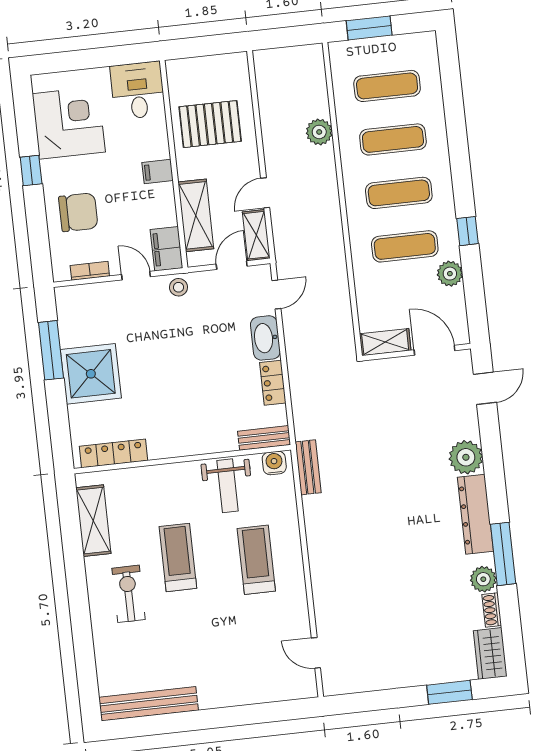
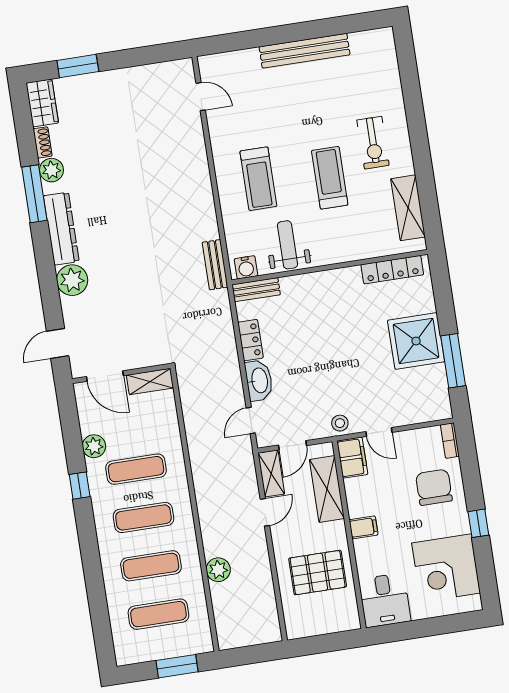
chair: (78, 212) -> (434, 487), turned 90
bookcase: (90, 271) -> (450, 441), moved, turned 90
treadmill: (178, 557) -> (330, 178), turned 180
bench: (149, 704) -> (305, 51), moved

